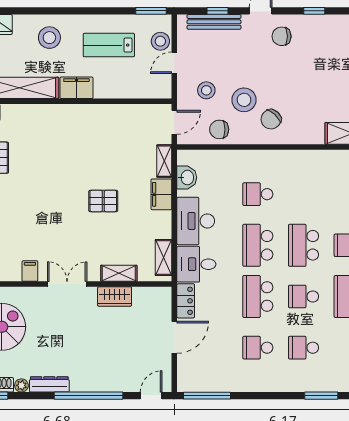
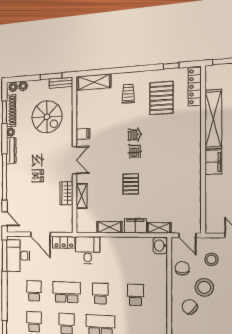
washbasin: (187, 178) -> (160, 245), moved, turned 90
desk: (196, 221) -> (18, 256), moved, turned -90
school desk: (258, 245) -> (100, 293), width x0.54
shelving: (164, 258) -> (109, 227), moved

